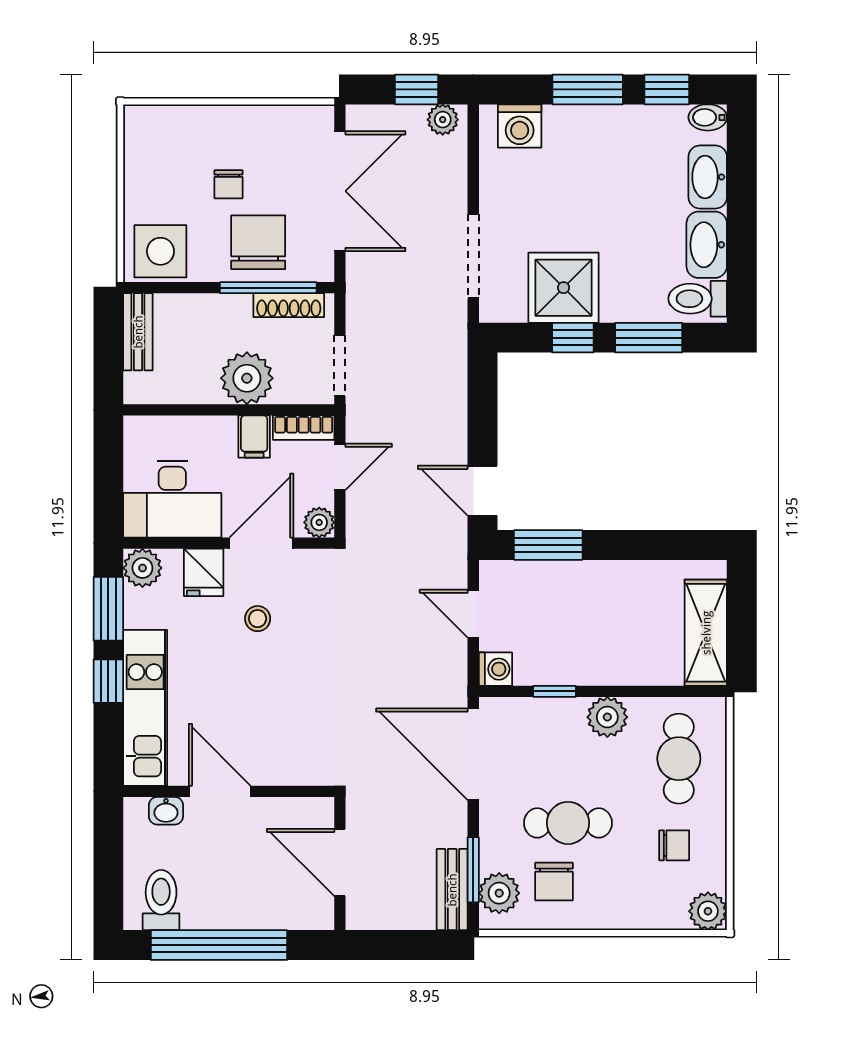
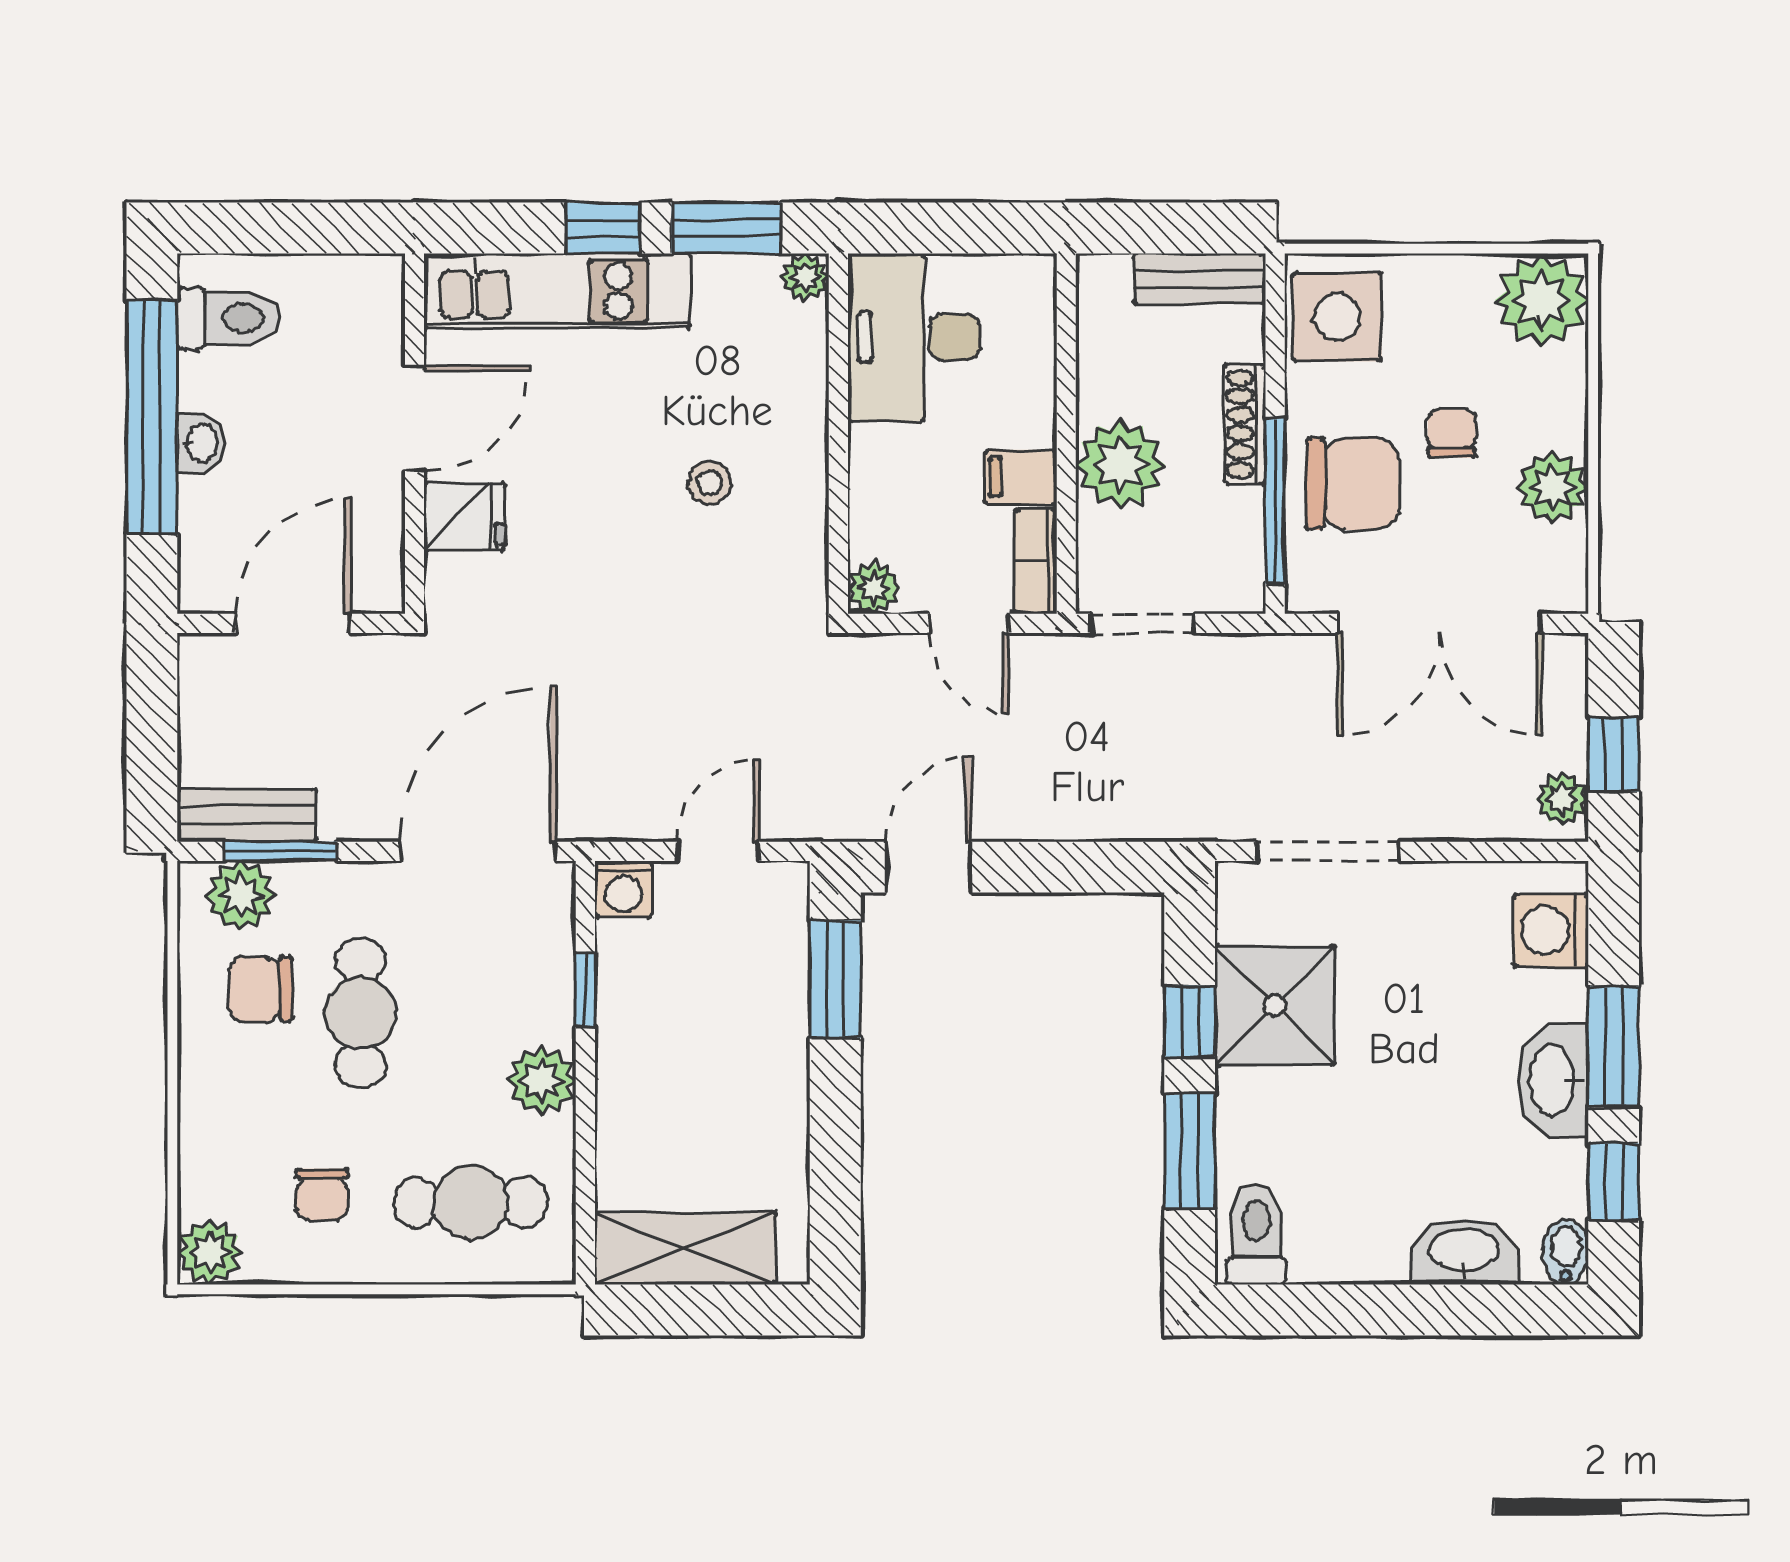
plant: (260, 125) -> (1553, 487), added
plant: (151, 132) -> (1542, 300), added
chair: (229, 184) -> (1452, 433), turned 91
washbasin: (707, 245) -> (1554, 1081), moved, turned -90
shoe rack: (289, 305) -> (1245, 424), moved
door: (261, 543) -> (838, 489), removed
plant: (142, 568) -> (805, 277), width x0.73, depth x0.73
fridge: (204, 572) -> (464, 517), moved, turned 180
washbasin: (166, 811) -> (201, 443), moved, turned 180

